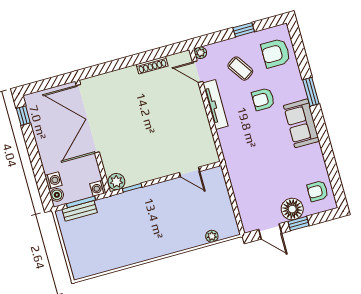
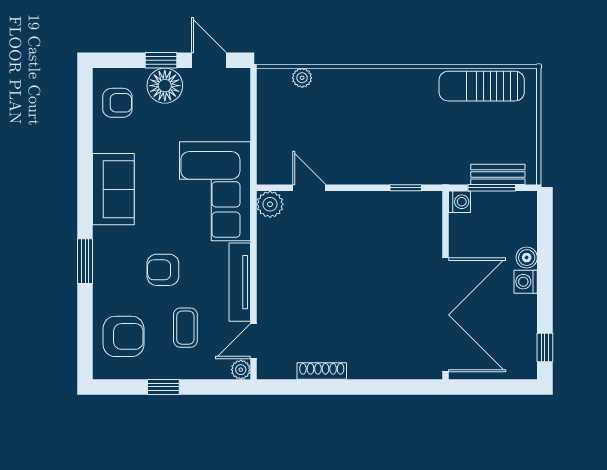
coffee table: (240, 69) -> (185, 328), turned 34
door: (198, 72) -> (253, 341), swing flipped
armchair: (263, 99) -> (163, 270), turned 180
sofa: (301, 123) -> (113, 189), moved
corner sofa: (245, 155) -> (215, 191), added
washing machine: (53, 180) -> (526, 282), moved
plant: (116, 182) -> (270, 204), moved
boiler: (57, 195) -> (527, 258), moved
sun lounger: (104, 261) -> (482, 86), added

